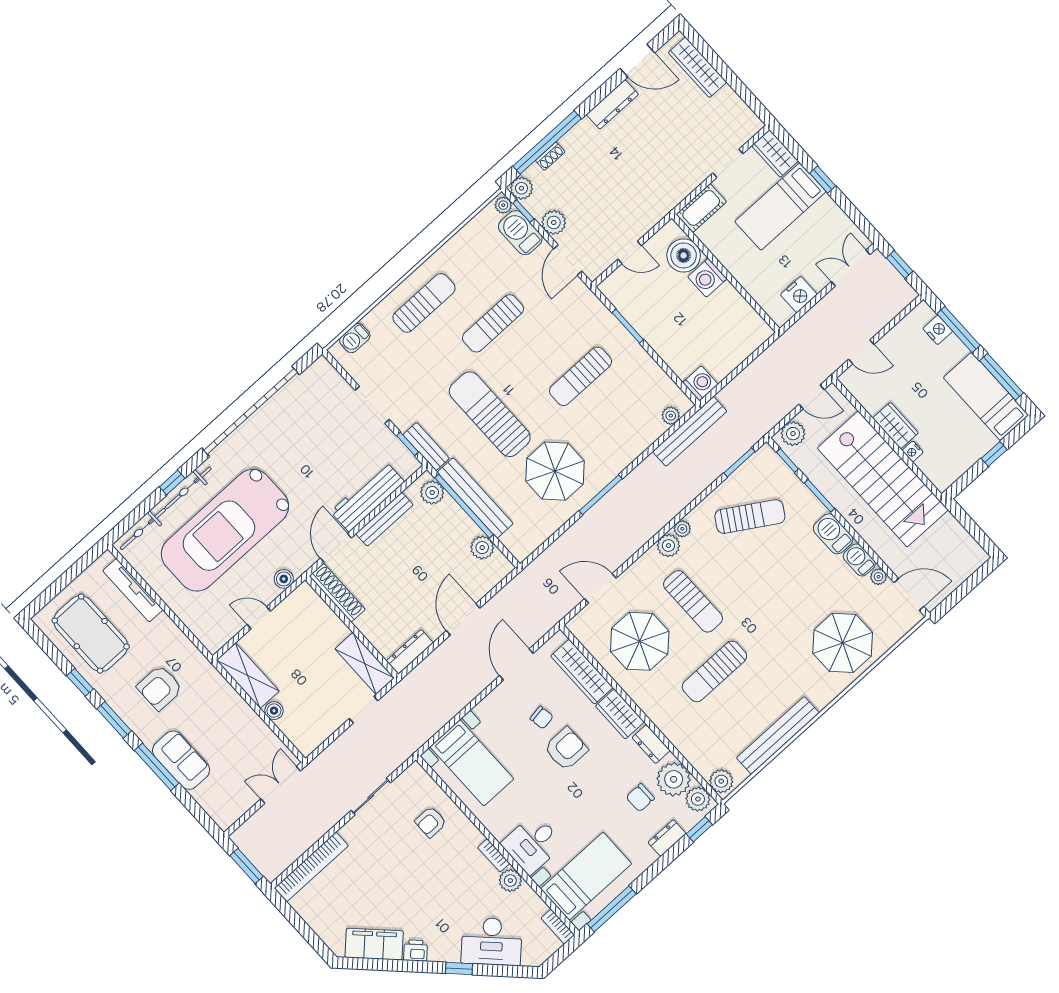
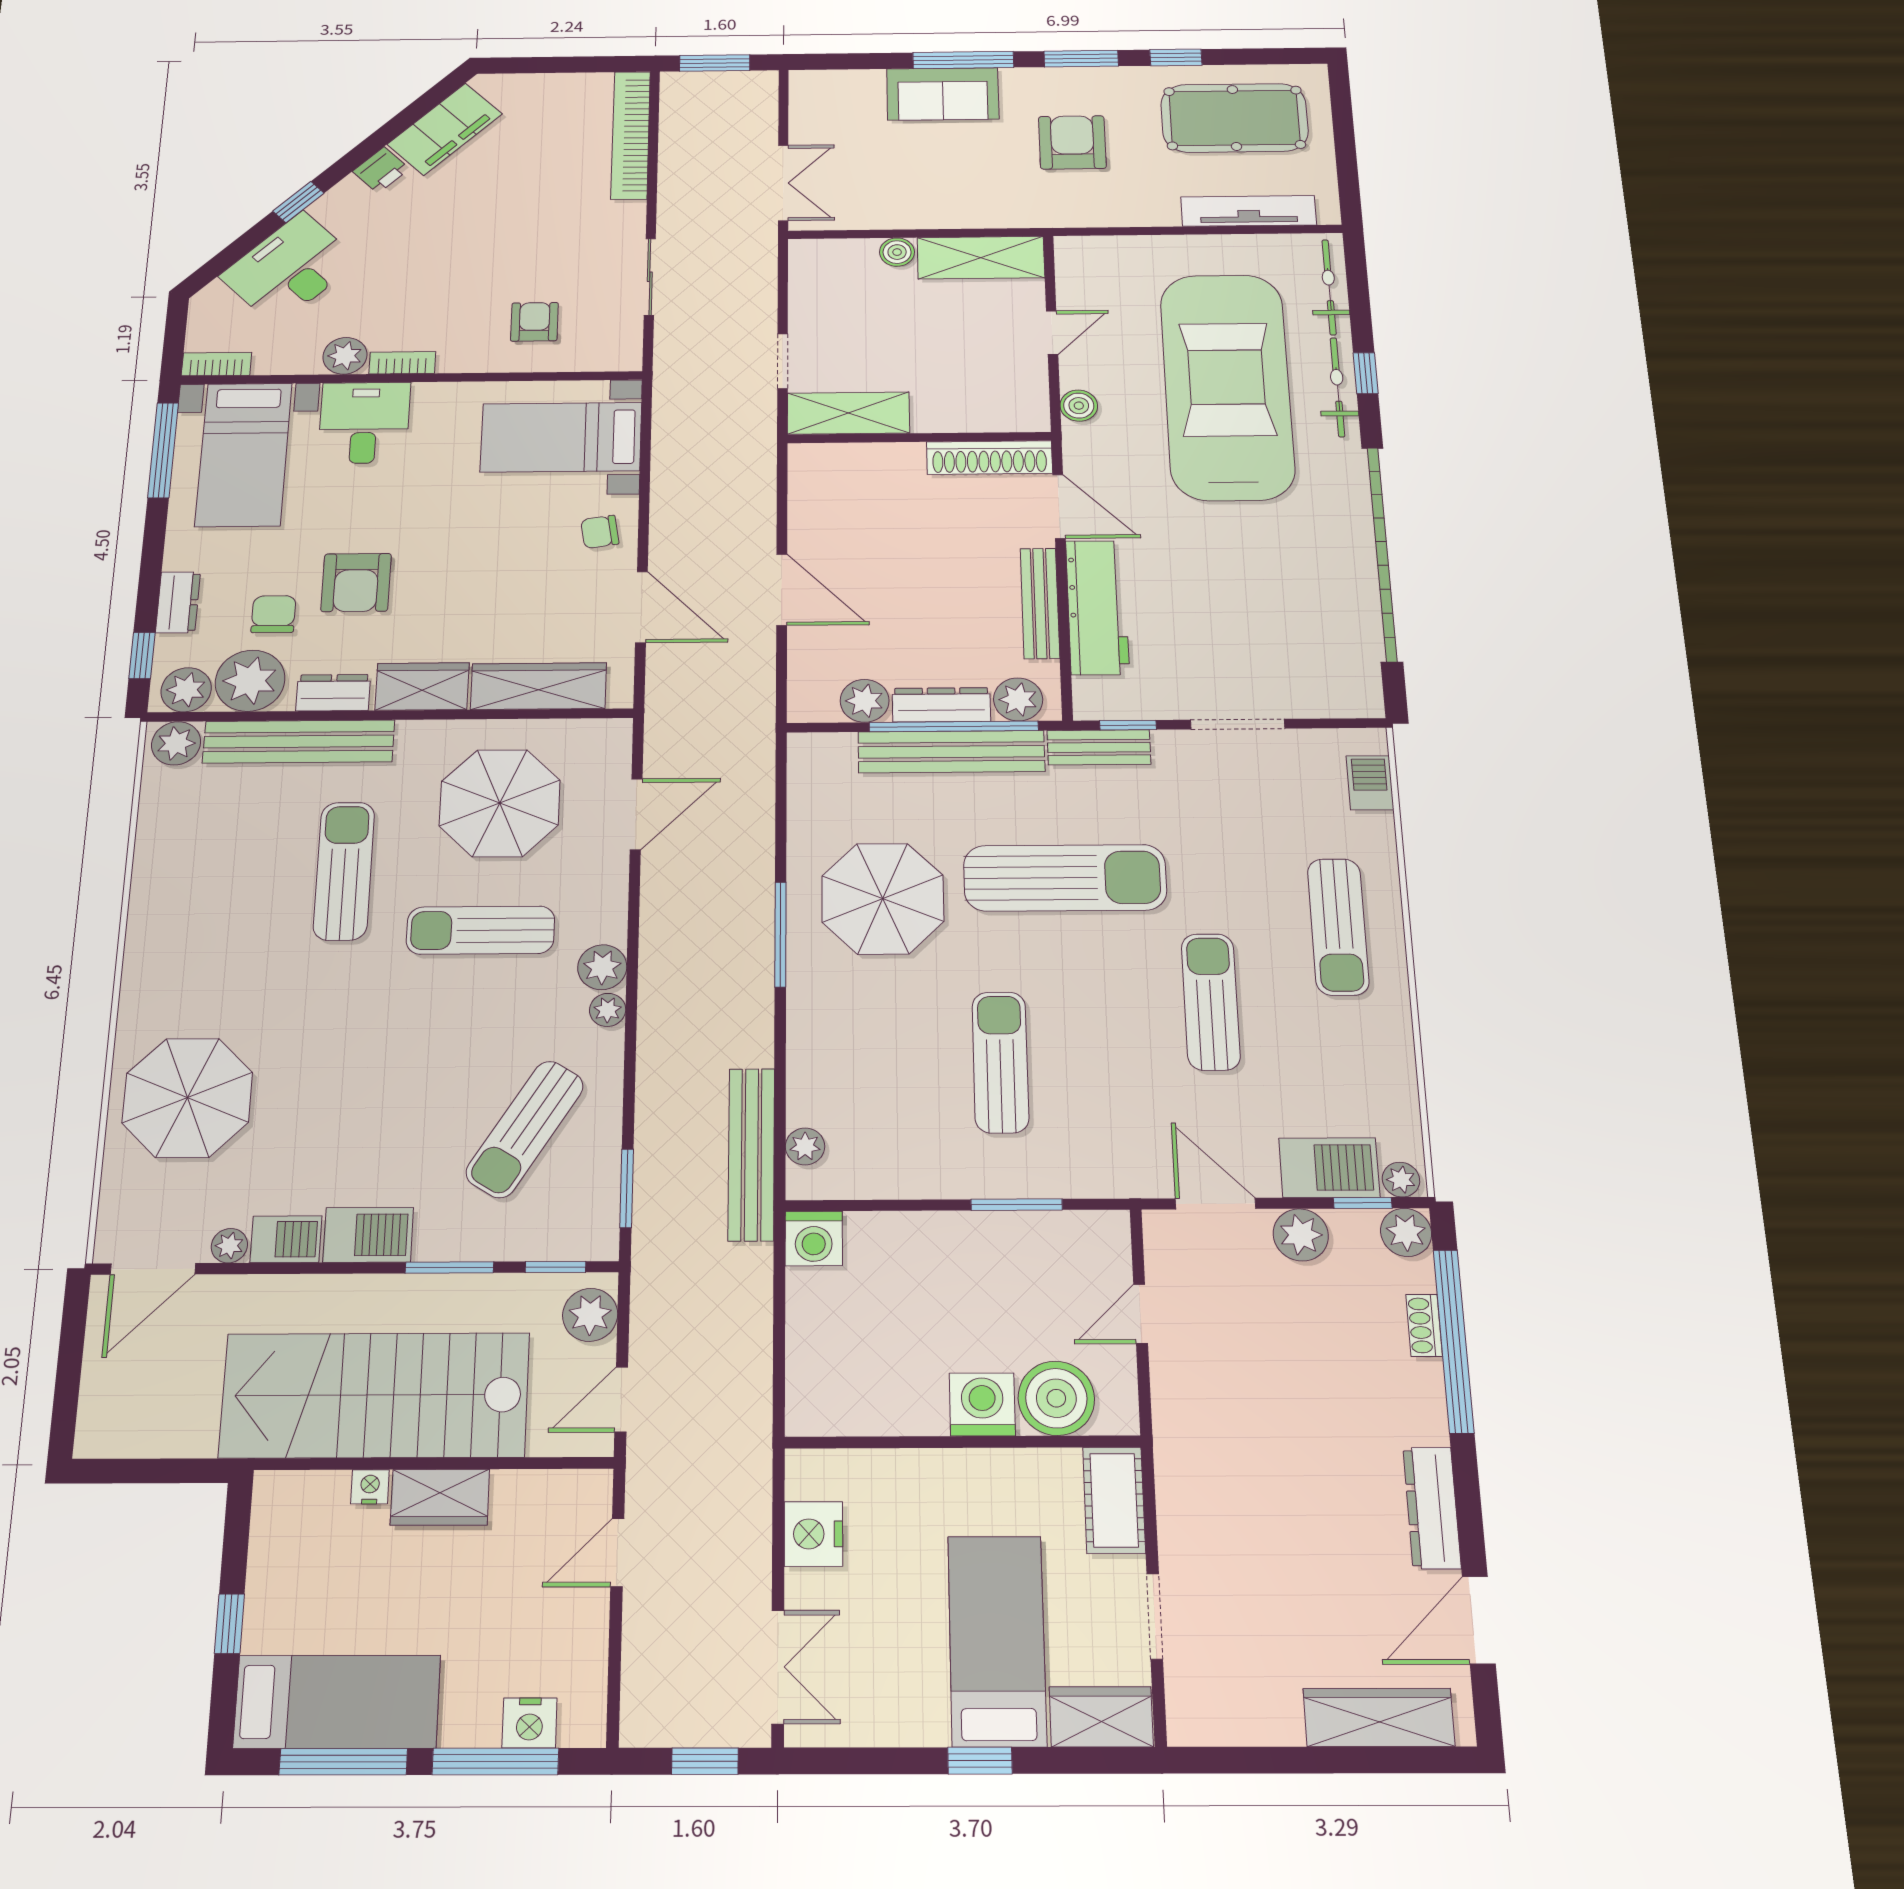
dresser: (410, 652) -> (941, 705), moved, turned -90
chair: (542, 718) -> (600, 532), moved
bench: (778, 735) -> (299, 742), moved, turned 90
armchair: (566, 749) -> (356, 582), moved

